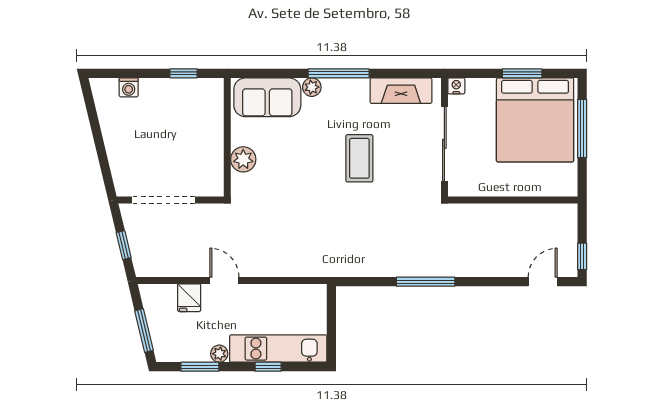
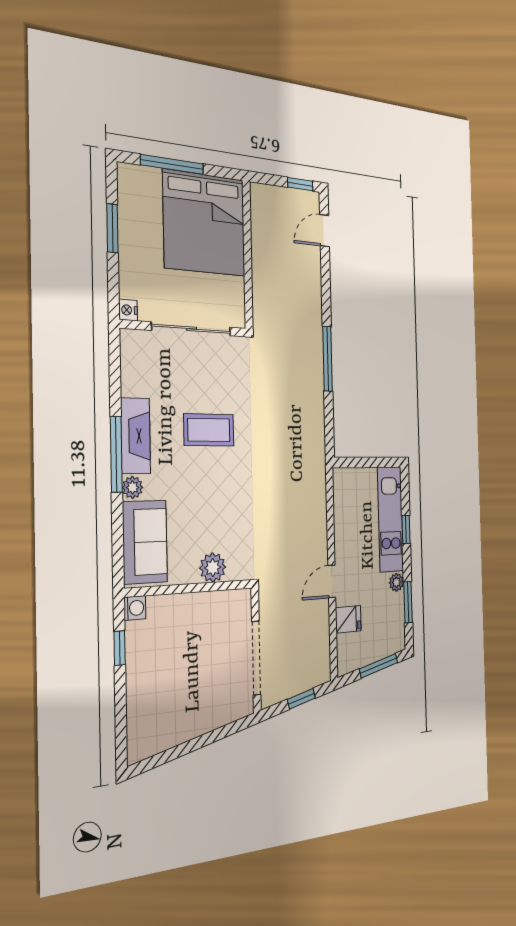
washing machine: (129, 87) -> (135, 608), moved
fireplace: (401, 91) -> (136, 436), moved
bed: (535, 120) -> (204, 223), moved, turned 90
door: (543, 282) -> (324, 231), hinge flipped

